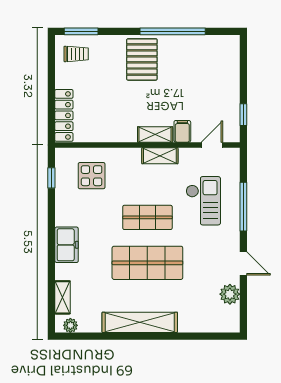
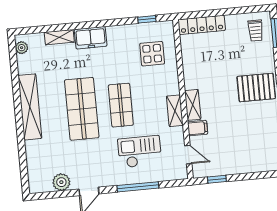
checkout: (203, 201) -> (140, 152), turned 180
shelving: (63, 297) -> (59, 37), moved

